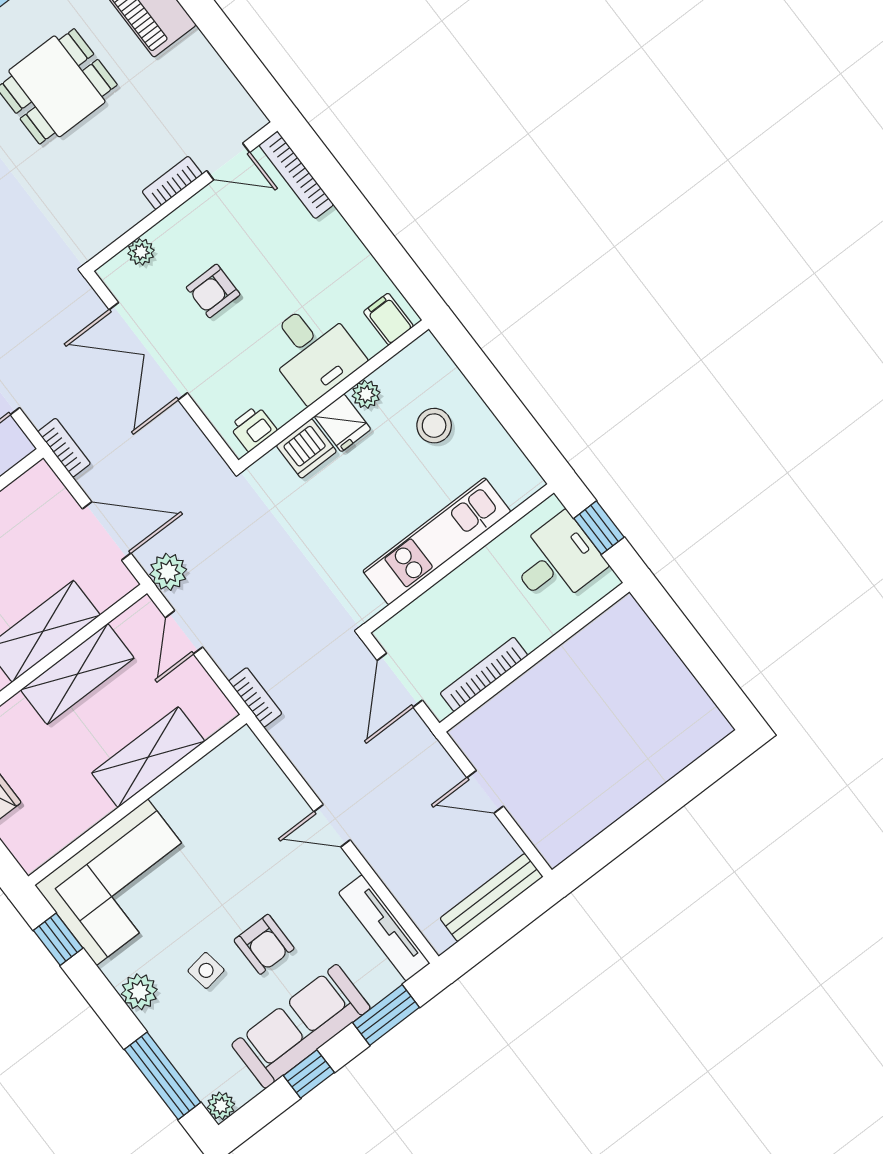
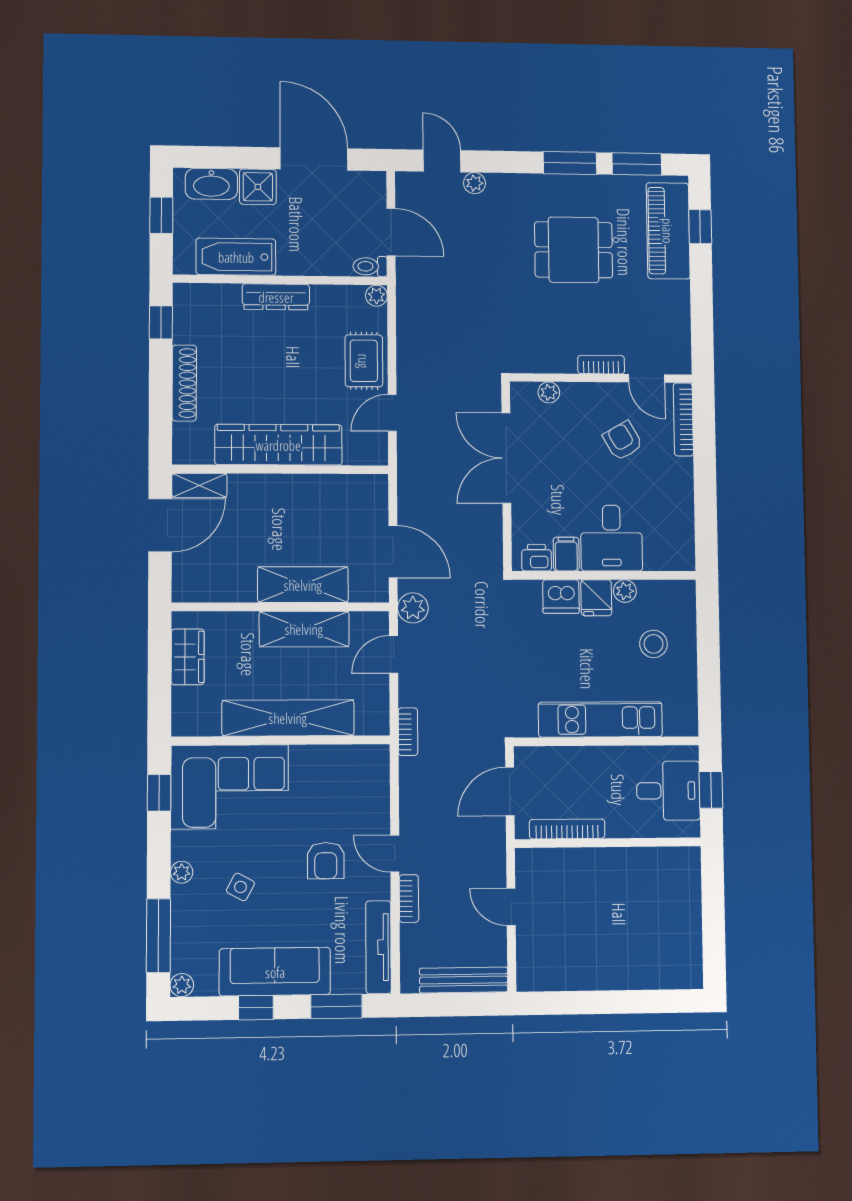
armchair: (213, 291) -> (623, 441), moved, turned 60
filing cabinet: (388, 319) -> (566, 554), moved
bookcase: (64, 448) -> (409, 899), moved
shelving: (148, 757) -> (288, 718), width x1.47
armchair: (264, 944) -> (326, 861), moved
side table: (206, 970) -> (240, 887), turned 37
plant: (139, 992) -> (182, 872), width x0.73, depth x0.73

